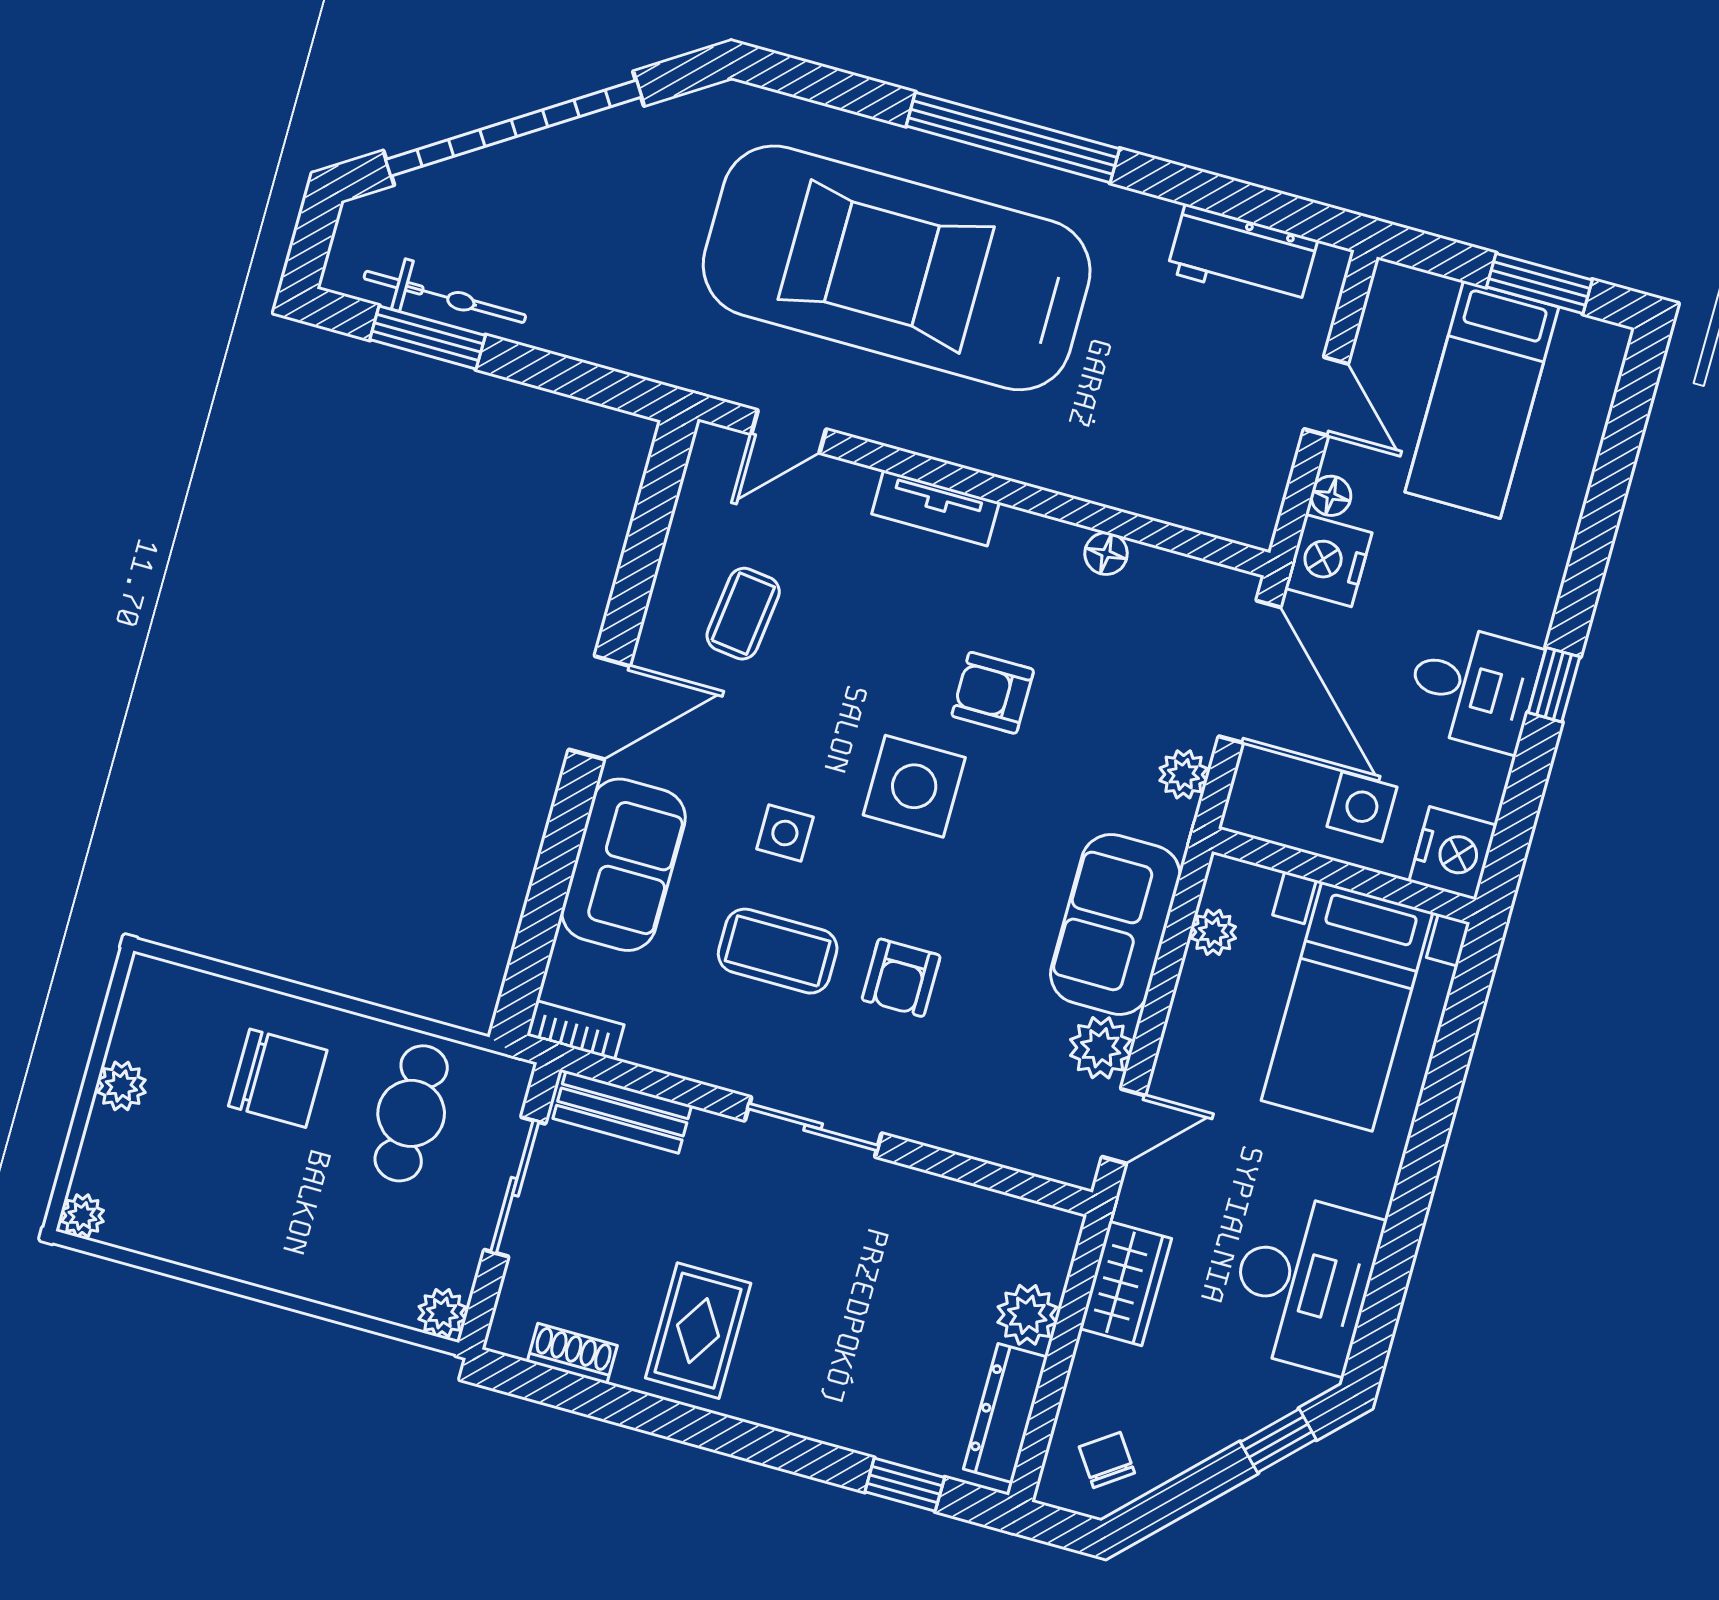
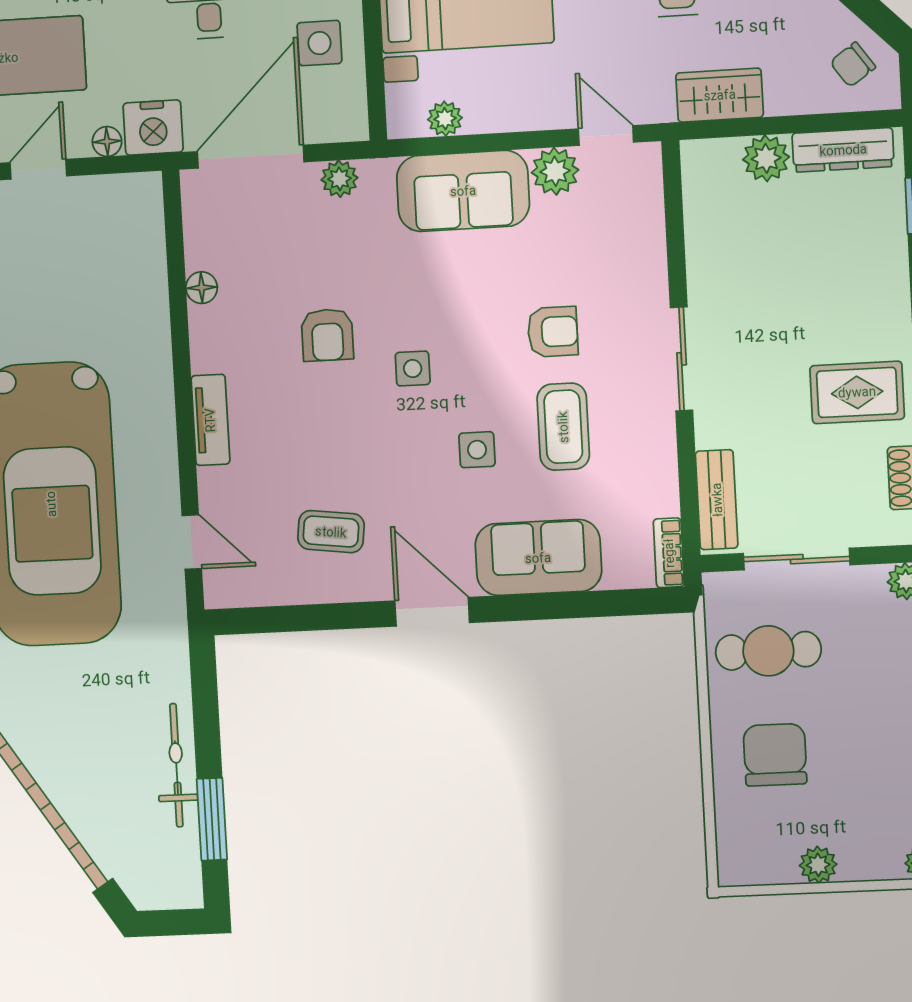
bicycle: (445, 297) -> (176, 765), moved
side table: (914, 786) -> (413, 369), width x0.54, depth x0.54

